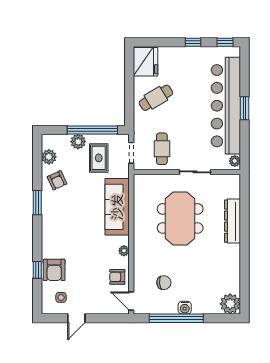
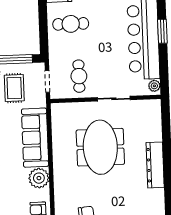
cafe table: (156, 98) -> (71, 24), turned 31
dresser: (232, 221) -> (155, 165), moved
plant: (124, 251) -> (39, 178), width x1.87, depth x1.87

